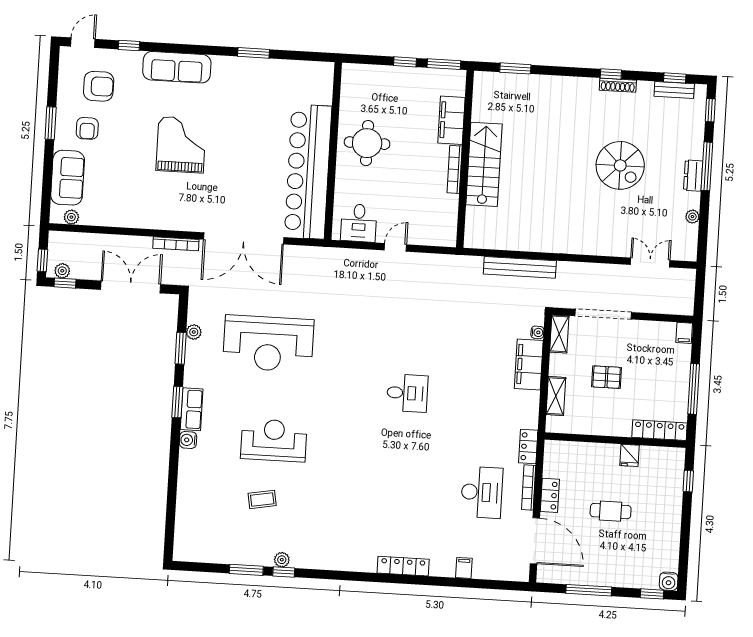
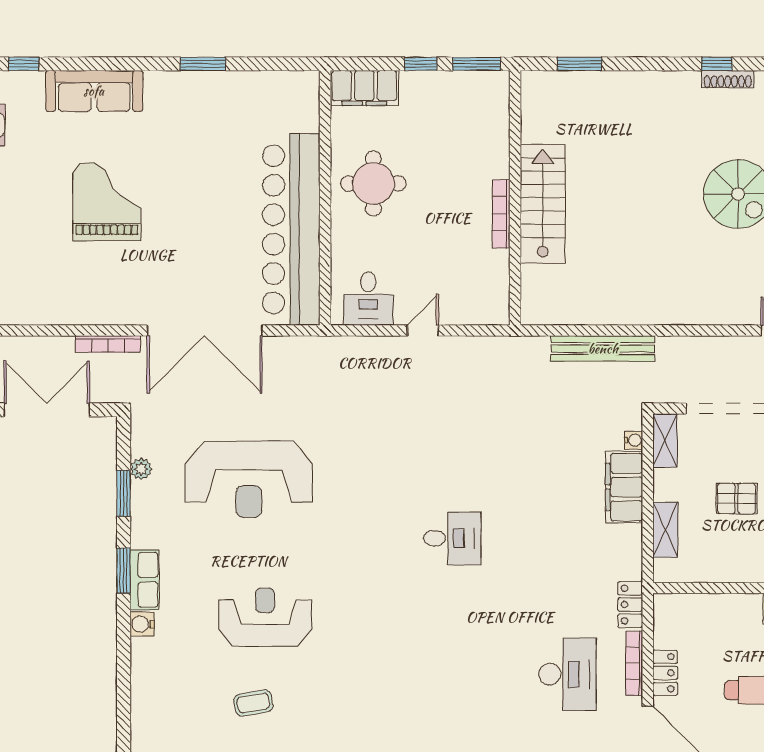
filing cabinet: (451, 120) -> (364, 88), moved, turned -90

